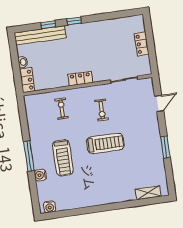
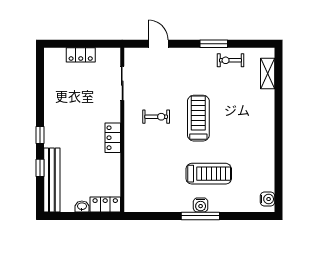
exercise bike: (62, 109) -> (231, 60), moved
water cooler: (40, 175) -> (201, 205), moved

